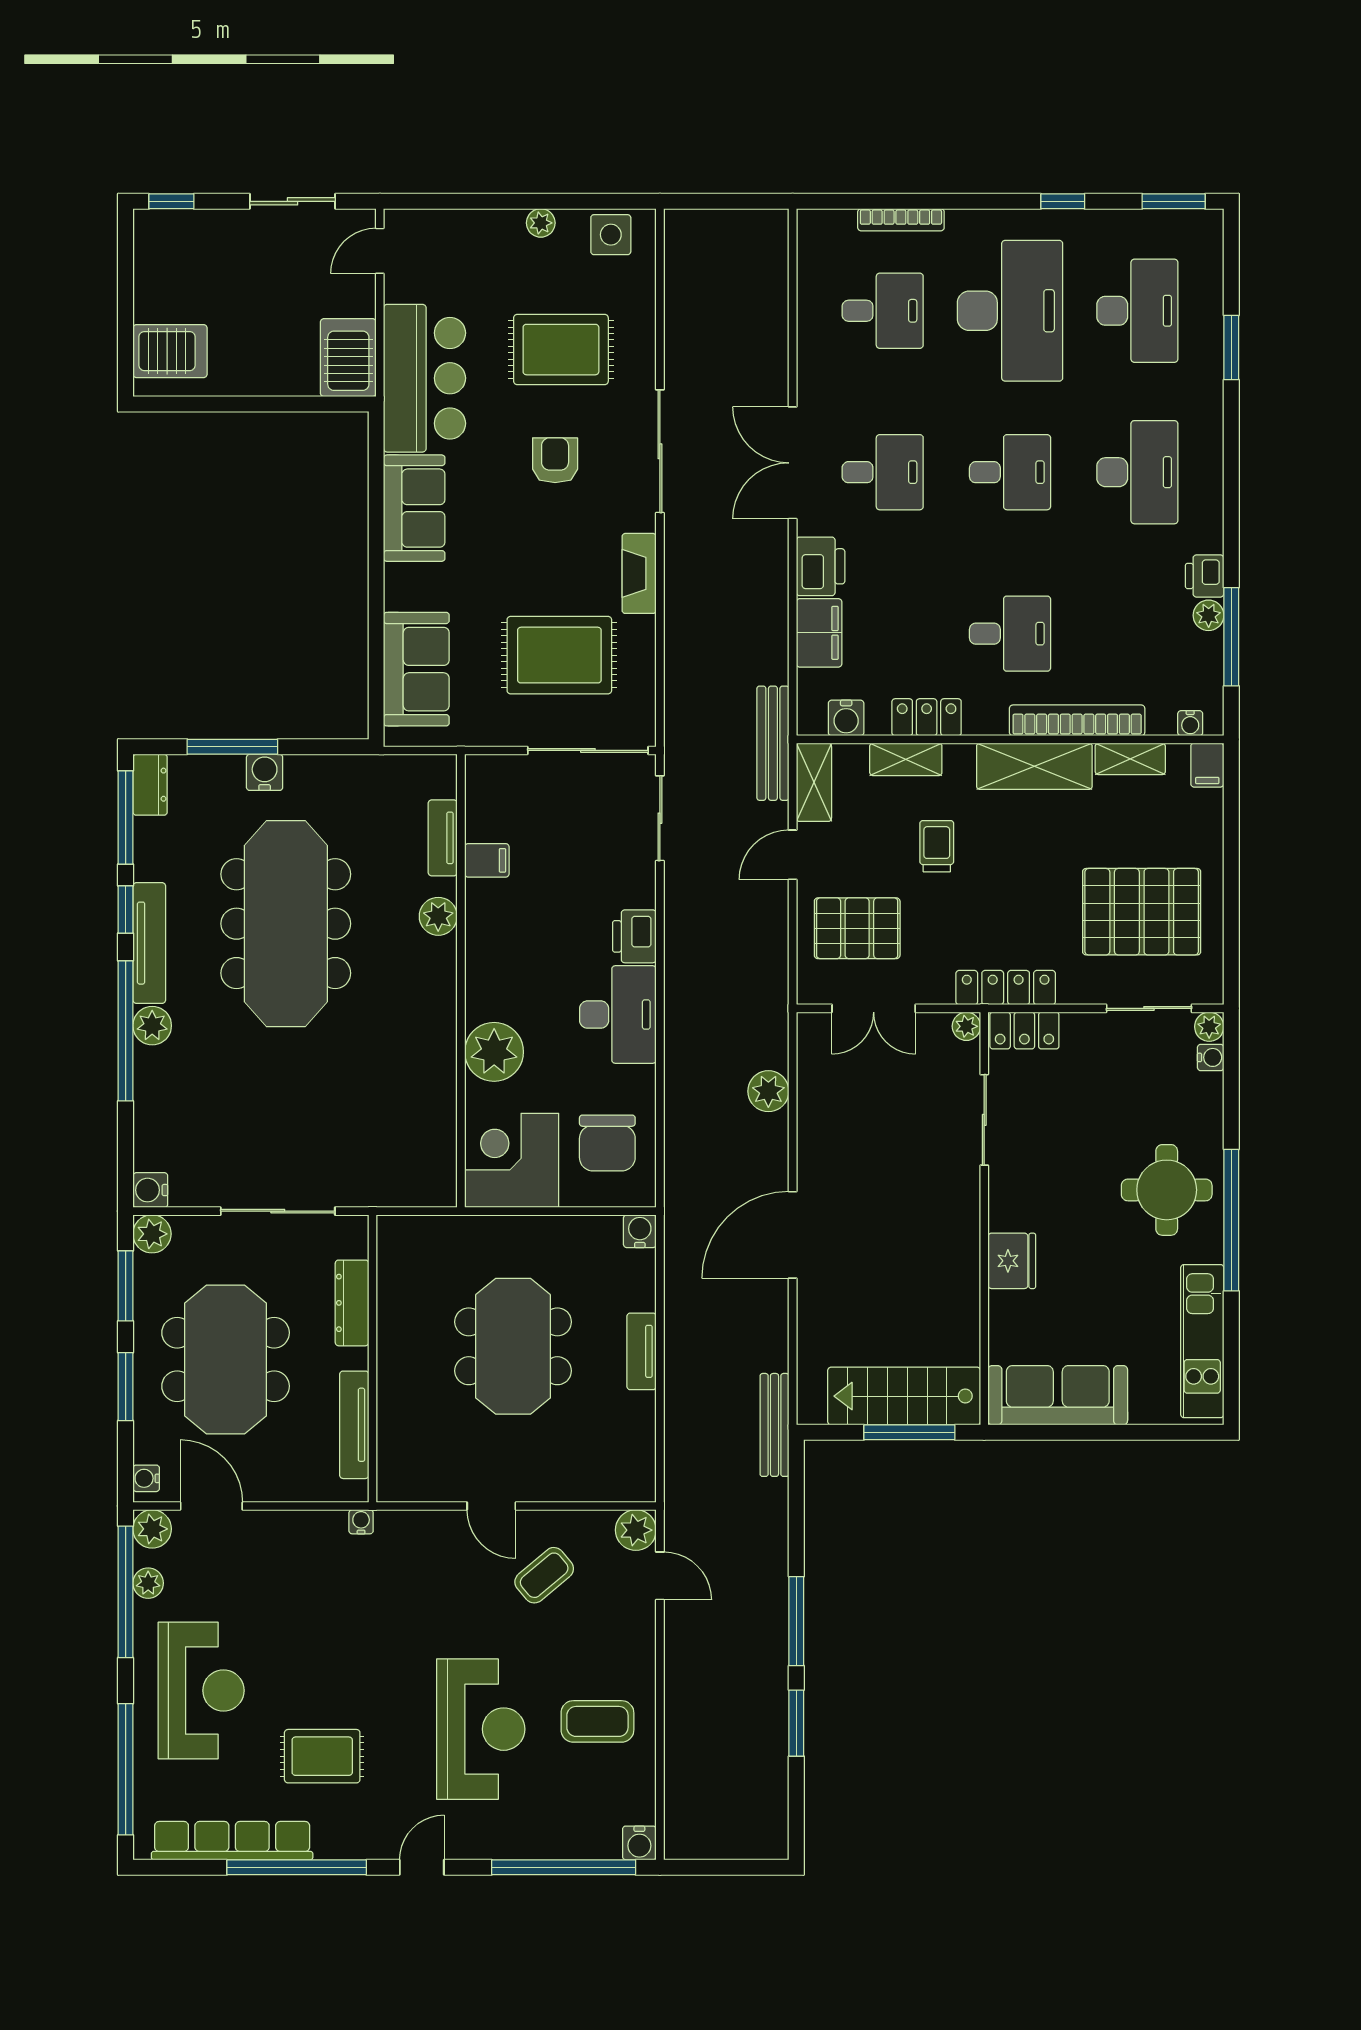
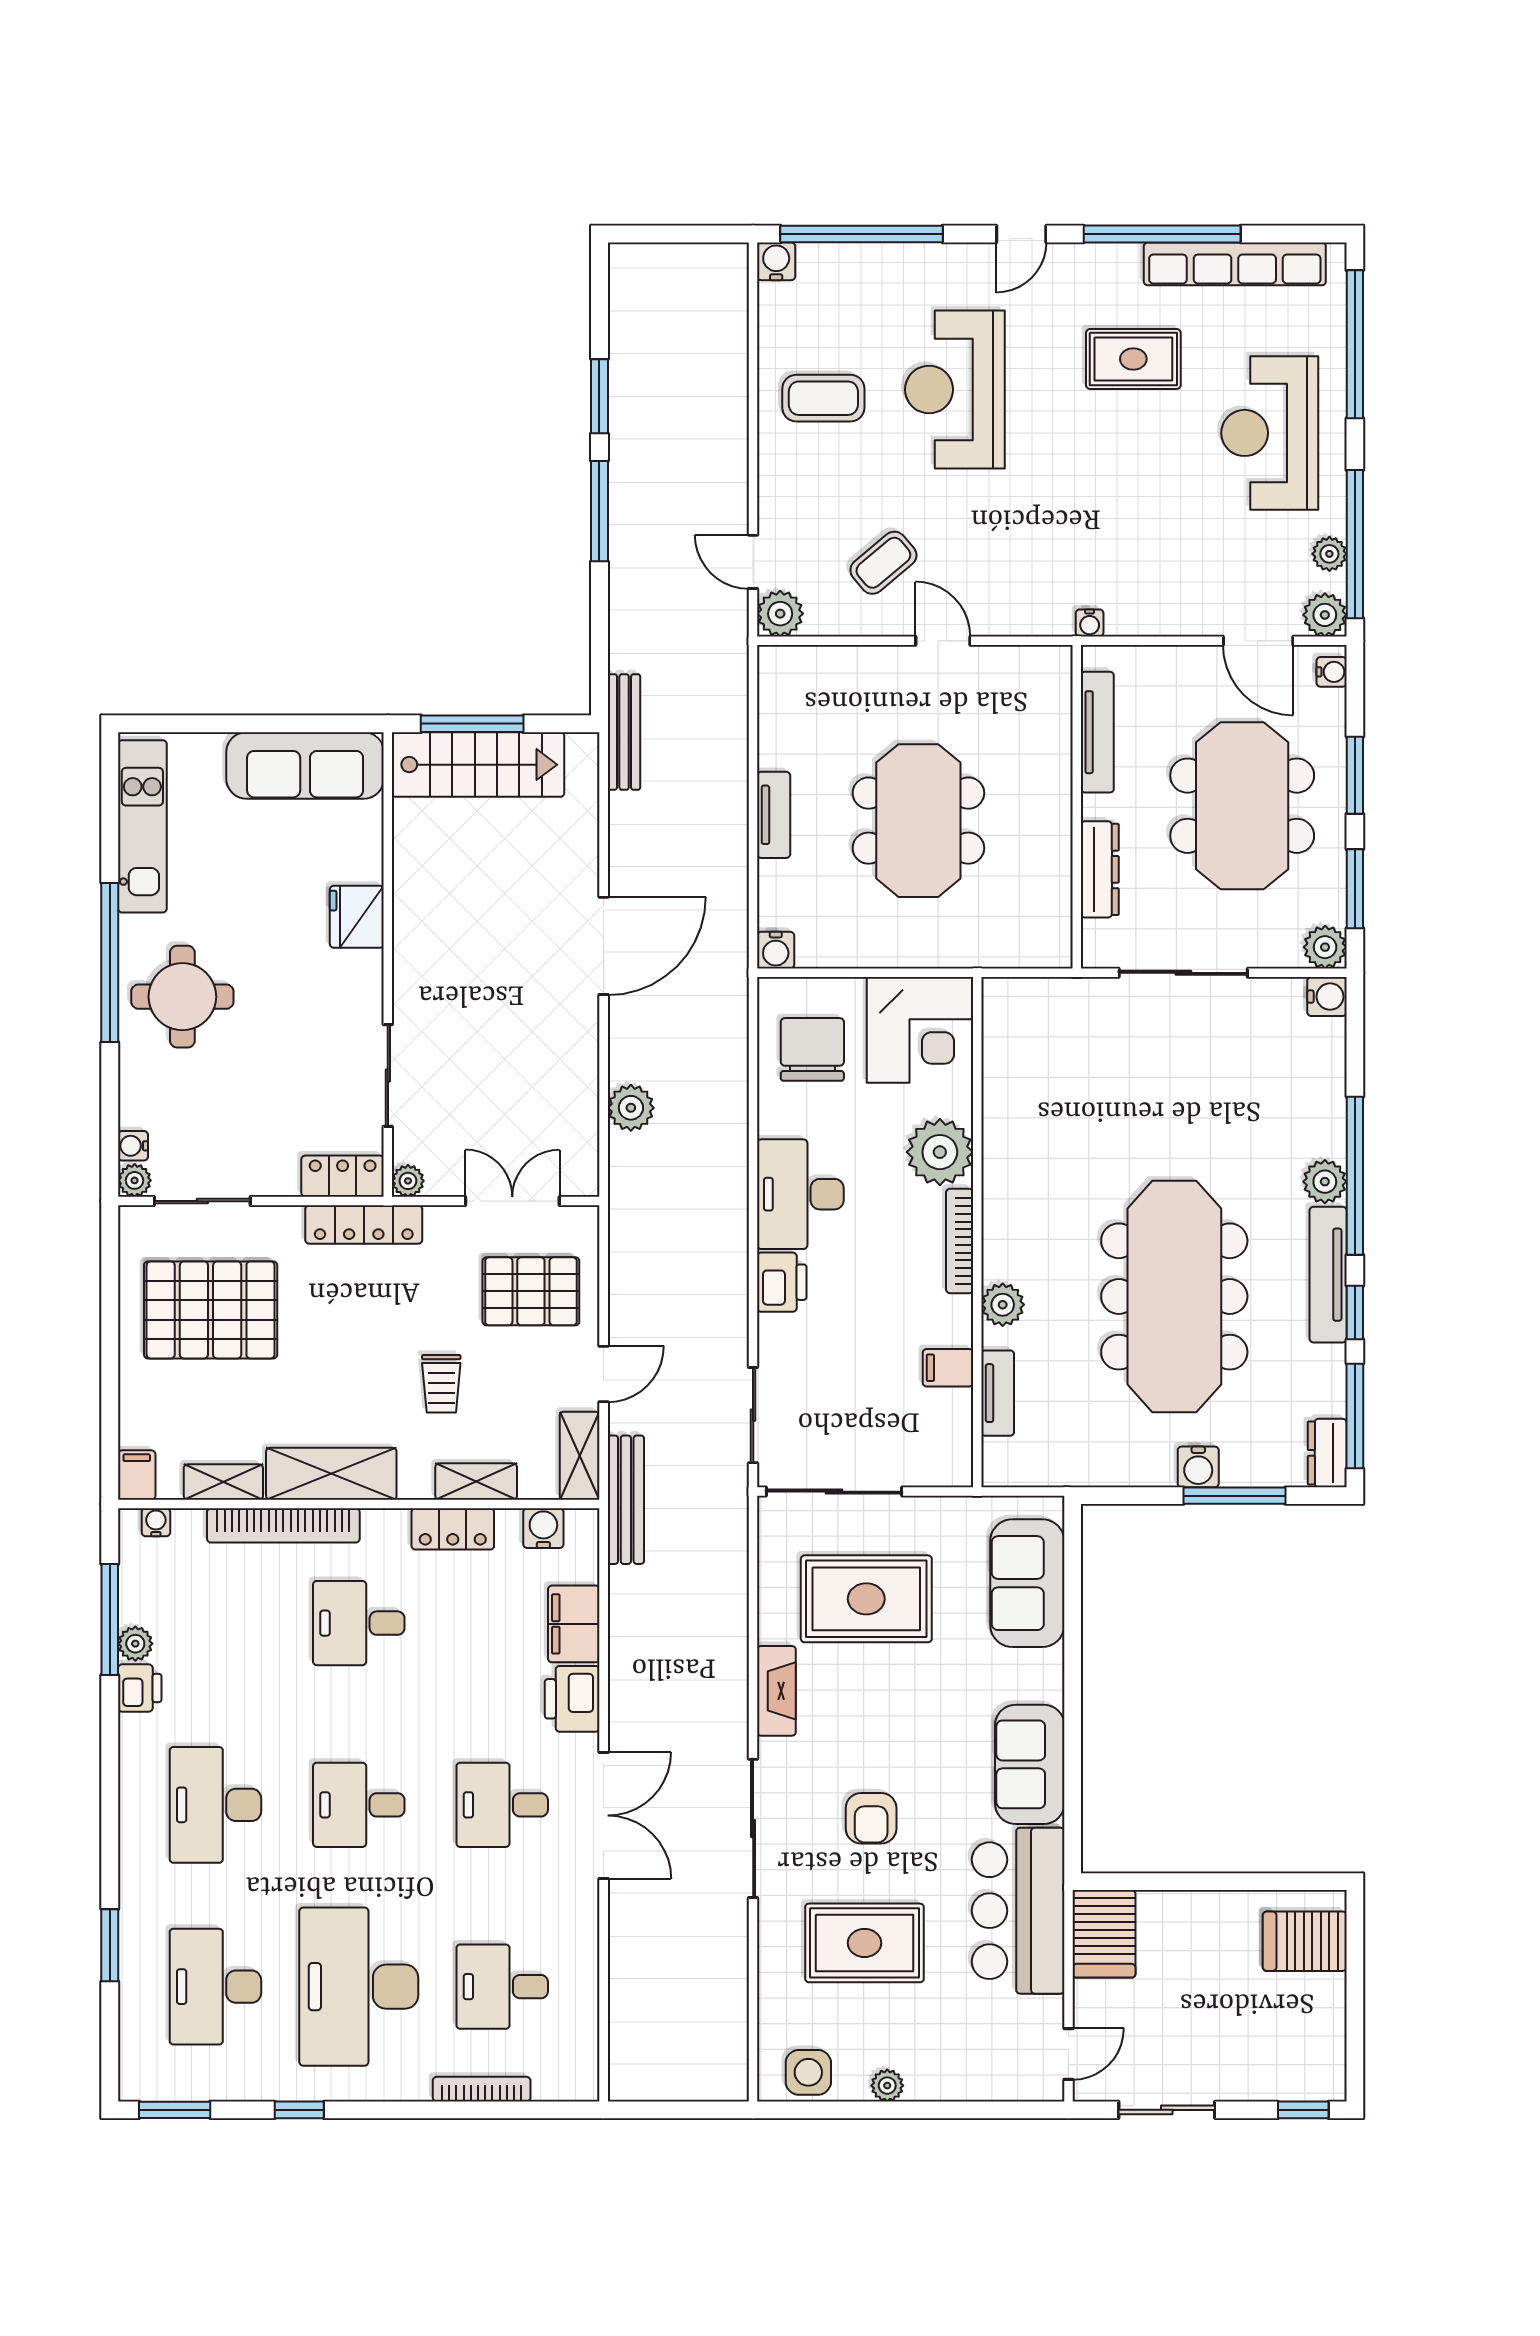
bookcase: (476, 973) -> (960, 1241), added

